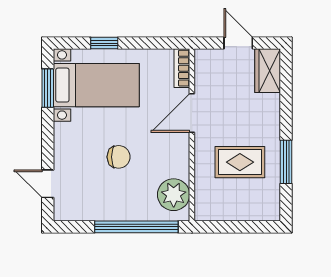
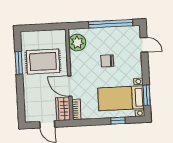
wardrobe: (268, 71) -> (63, 109), moved, turned 180
door: (192, 113) -> (70, 86), swing flipped
rug: (240, 162) -> (43, 62), width x1.36, depth x1.43
window: (136, 227) -> (111, 24), moved

